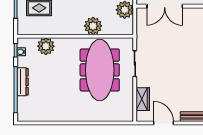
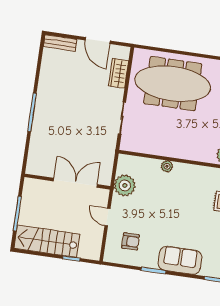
plant: (93, 26) -> (167, 166), width x0.53, depth x0.53
meeting table: (100, 70) -> (173, 84), moved, turned 90

